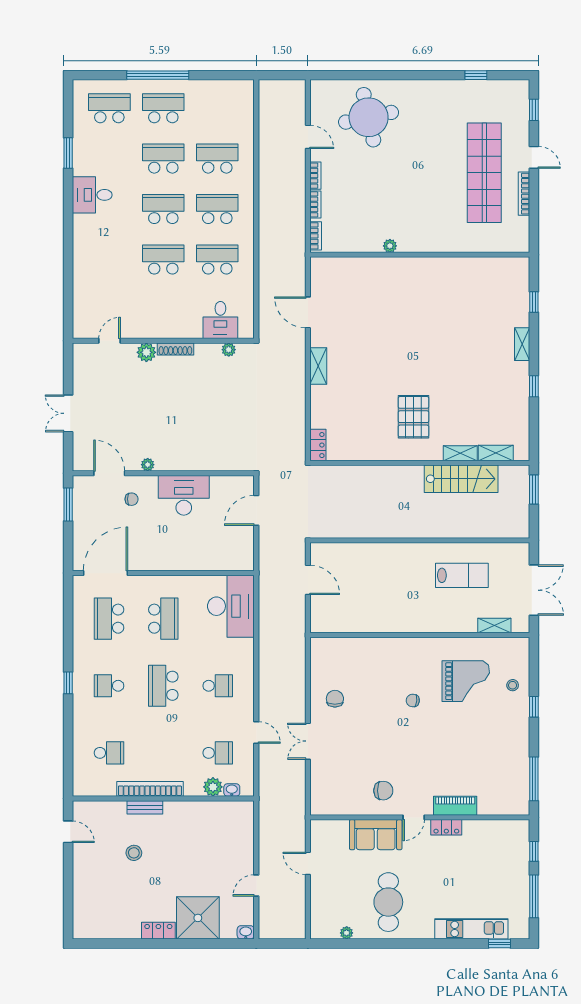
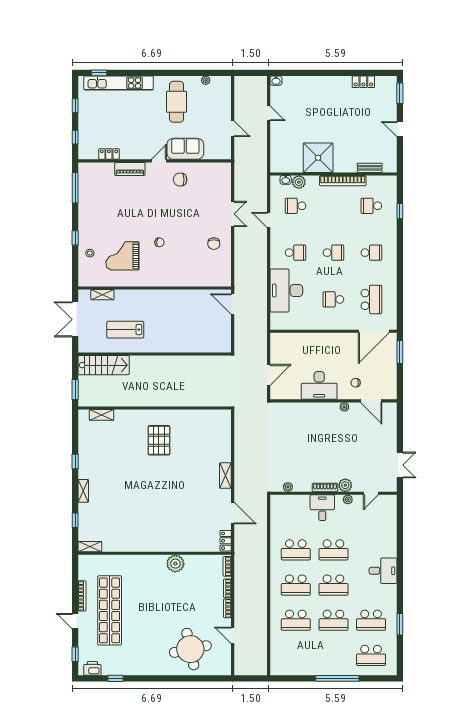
printer: (509, 89) -> (92, 668), added
school desk: (163, 108) -> (371, 620), moved
desk: (92, 195) -> (383, 571), moved
plant: (390, 246) -> (175, 564), width x1.87, depth x1.87
desk: (220, 320) -> (322, 508), moved
plant: (143, 332) -> (348, 499), added
double door: (68, 413) -> (400, 465), moved
locker: (318, 445) -> (226, 541), moved
shelving: (460, 453) -> (90, 547), moved
stairs: (461, 479) -> (104, 365), moved, turned 180
window: (68, 504) -> (400, 352), moved
door: (308, 580) -> (233, 304), moved
desk: (231, 606) -> (286, 291), moved
school desk: (163, 619) -> (333, 299), width x0.54
window: (68, 683) -> (400, 211), moved
school desk: (163, 686) -> (333, 253), width x0.54
school desk: (218, 686) -> (296, 253), turned 180
bench: (145, 807) -> (370, 168), moved
locker: (446, 827) -> (109, 154), moved
door: (68, 832) -> (400, 129), moved
stool: (134, 853) -> (354, 136), removed
door: (256, 886) -> (269, 113), hinge flipped
window: (534, 896) -> (75, 106), width x0.46
window: (68, 914) -> (400, 93), added
shower: (198, 918) -> (318, 158), moved
kitchen unit: (471, 929) -> (119, 83), width x1.36
locker: (158, 931) -> (363, 82), moved

